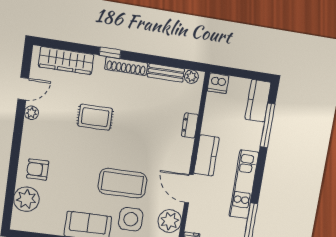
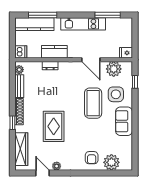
kitchen counter: (258, 101) -> (34, 24), width x1.50
rug: (95, 117) -> (54, 126), width x1.36, depth x1.43
kitchen counter: (206, 155) -> (54, 52), moved
door: (189, 189) -> (91, 60), hinge flipped

